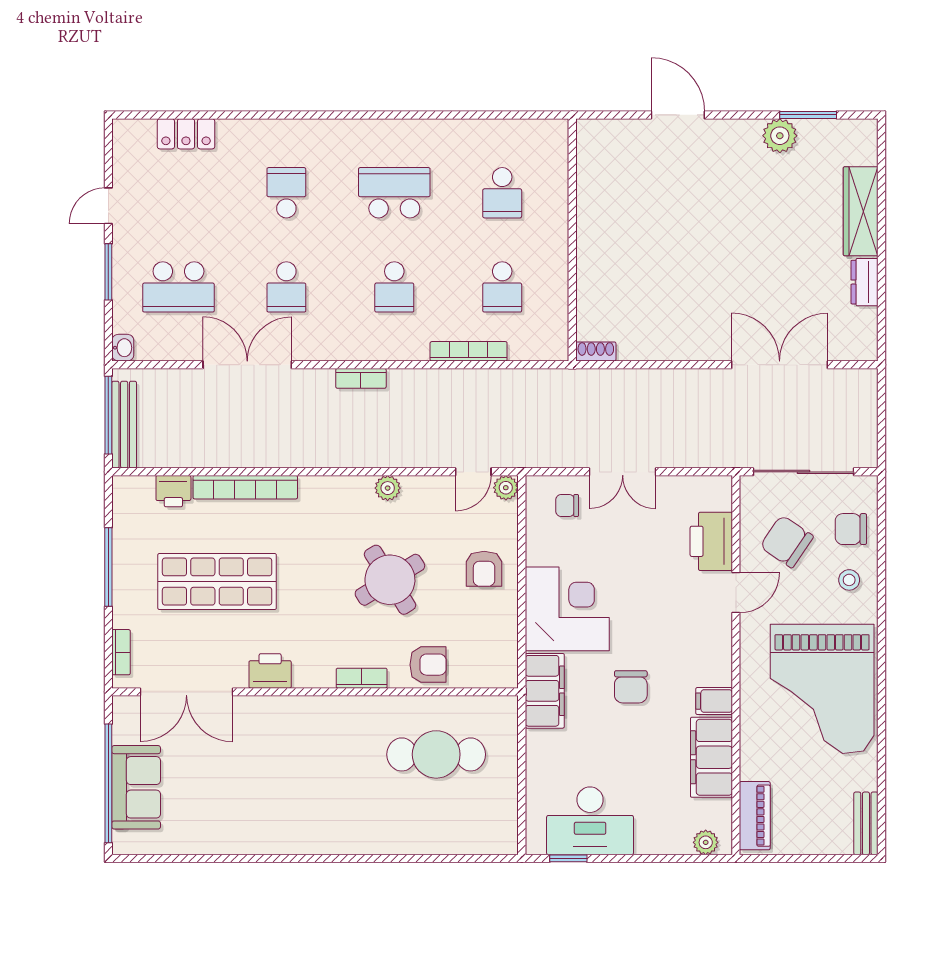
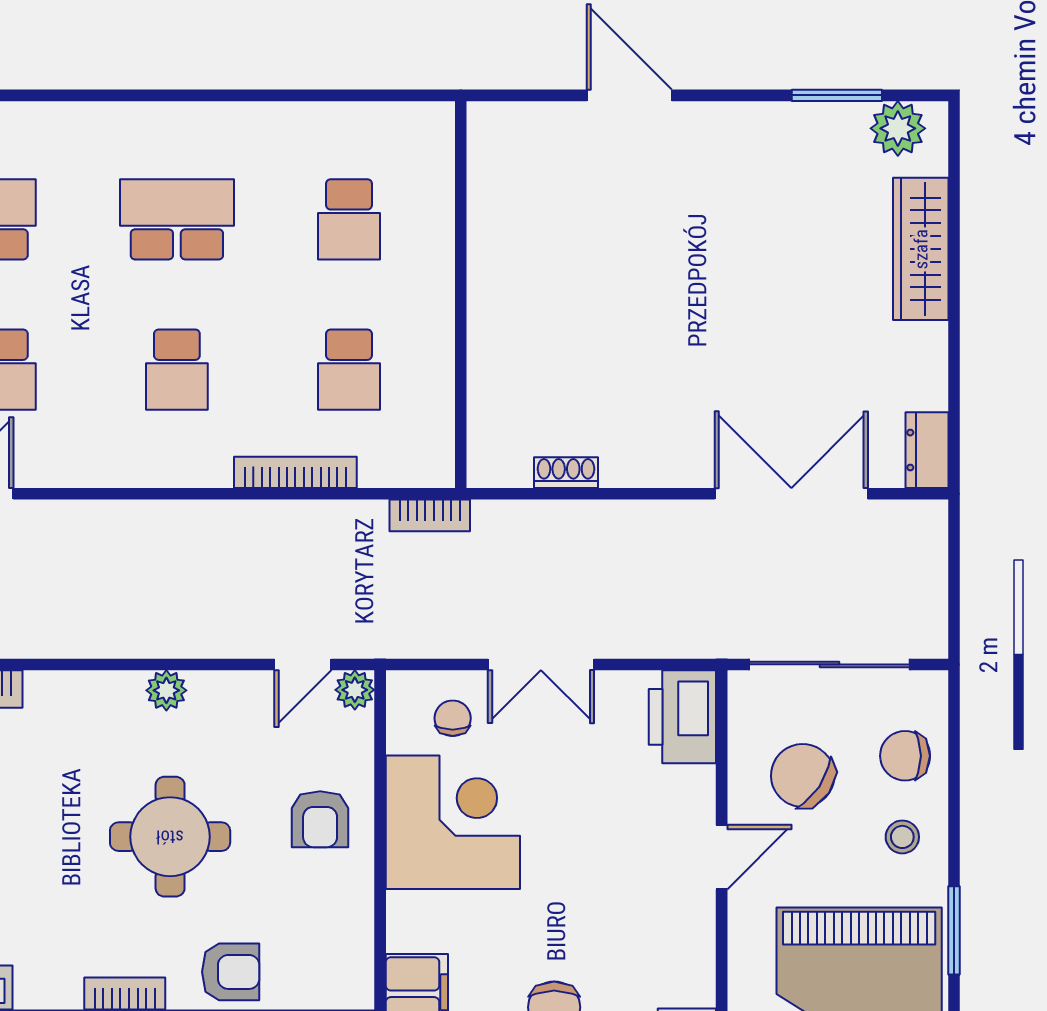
plant: (780, 136) -> (898, 128), moved
dresser: (865, 282) -> (927, 450), moved
shoe rack: (596, 351) -> (566, 473), moved
bookcase: (361, 378) -> (430, 515), moved
chair: (567, 506) -> (453, 718), turned 90
printer: (711, 541) -> (682, 717), moved
round table: (390, 580) -> (170, 837), turned 32
corner desk: (567, 609) -> (453, 822), moved
window: (882, 639) -> (954, 930), added

